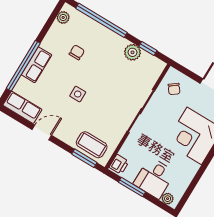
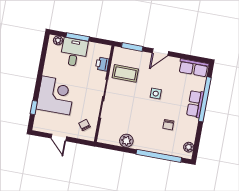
window: (148, 49) -> (116, 148), removed
door: (42, 132) -> (160, 52), moved
coffee table: (92, 145) -> (125, 73), moved
printer: (119, 164) -> (102, 64), moved
window: (132, 187) -> (78, 37), moved

